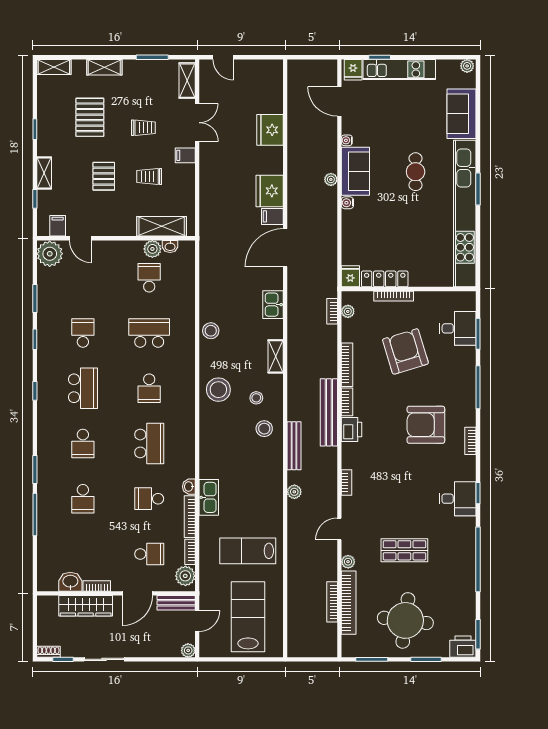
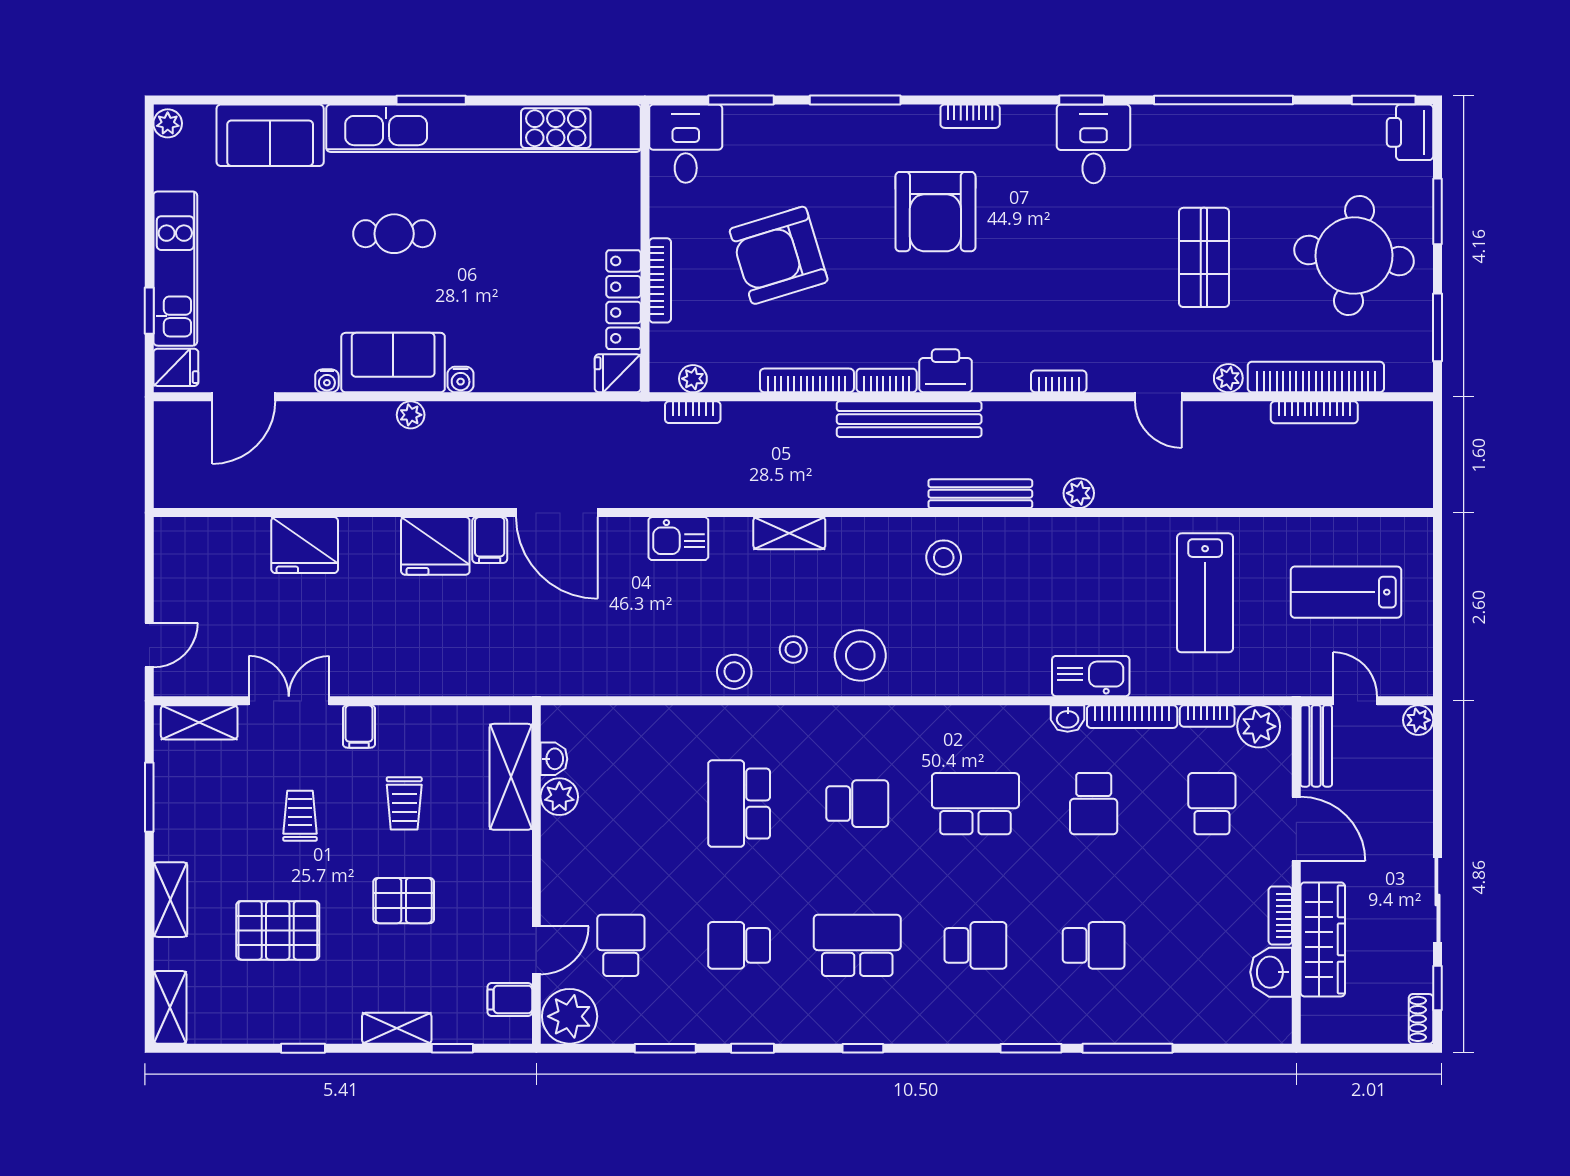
school desk: (149, 278) -> (621, 945), moved, turned 90
desk: (458, 328) -> (686, 144), moved
stool: (256, 398) -> (793, 649), moved
lab bench: (248, 617) -> (1346, 592), width x0.73, depth x0.72

